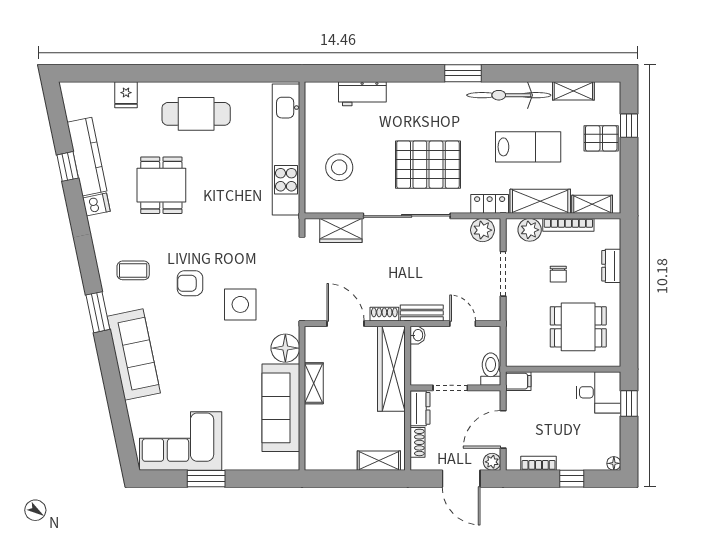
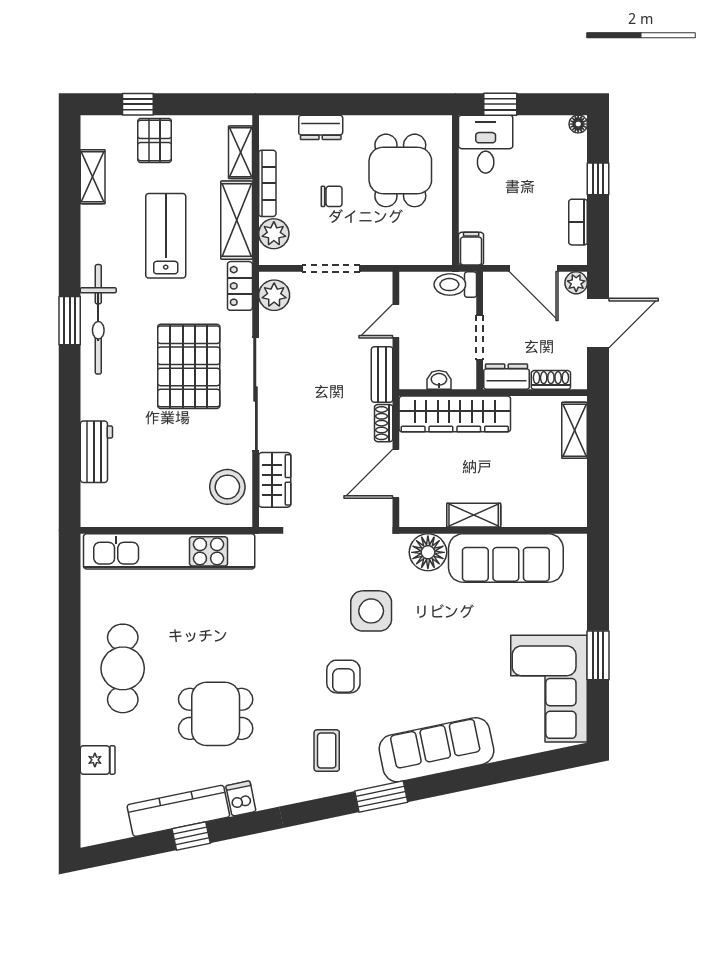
bicycle: (509, 95) -> (98, 319), moved
stool: (339, 167) -> (227, 487), moved
washbasin: (418, 335) -> (439, 380), moved

